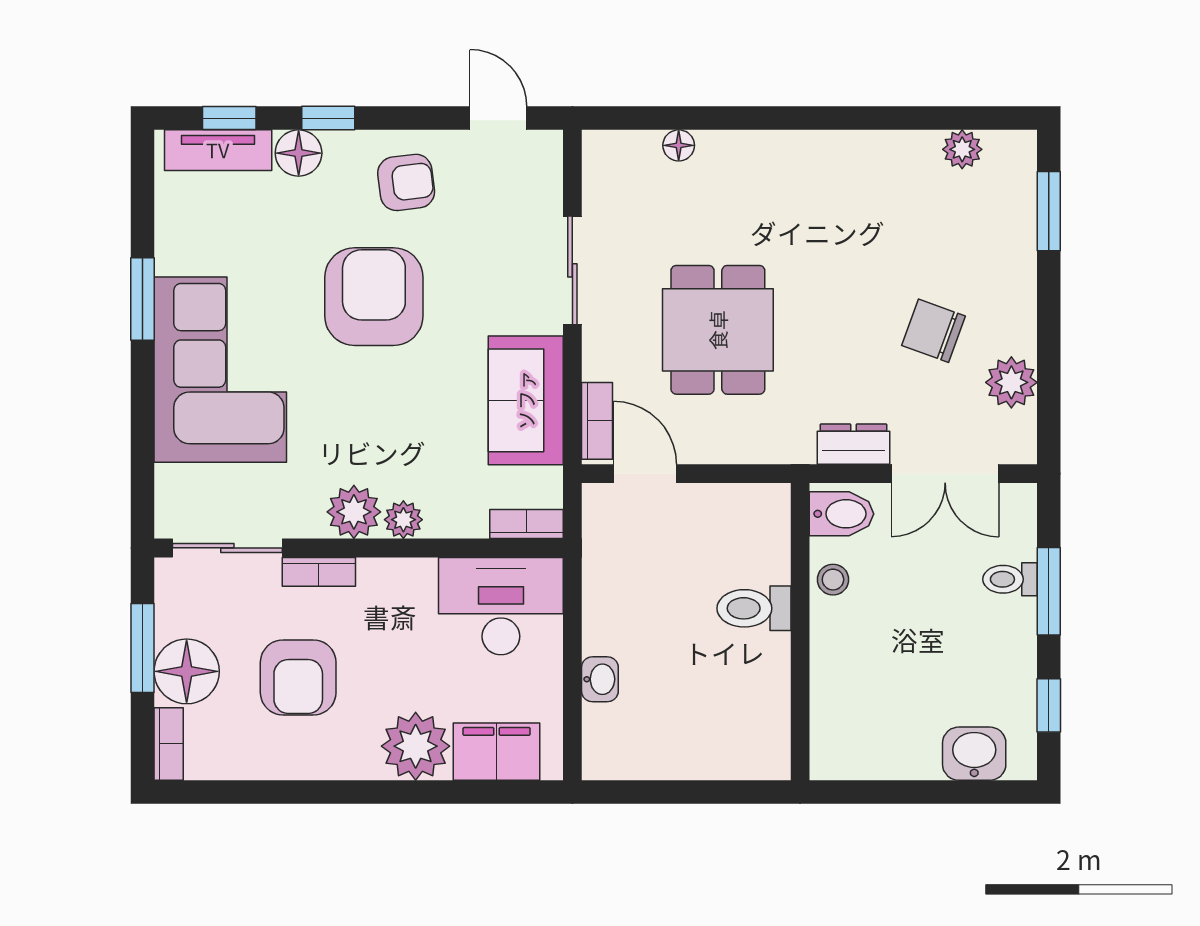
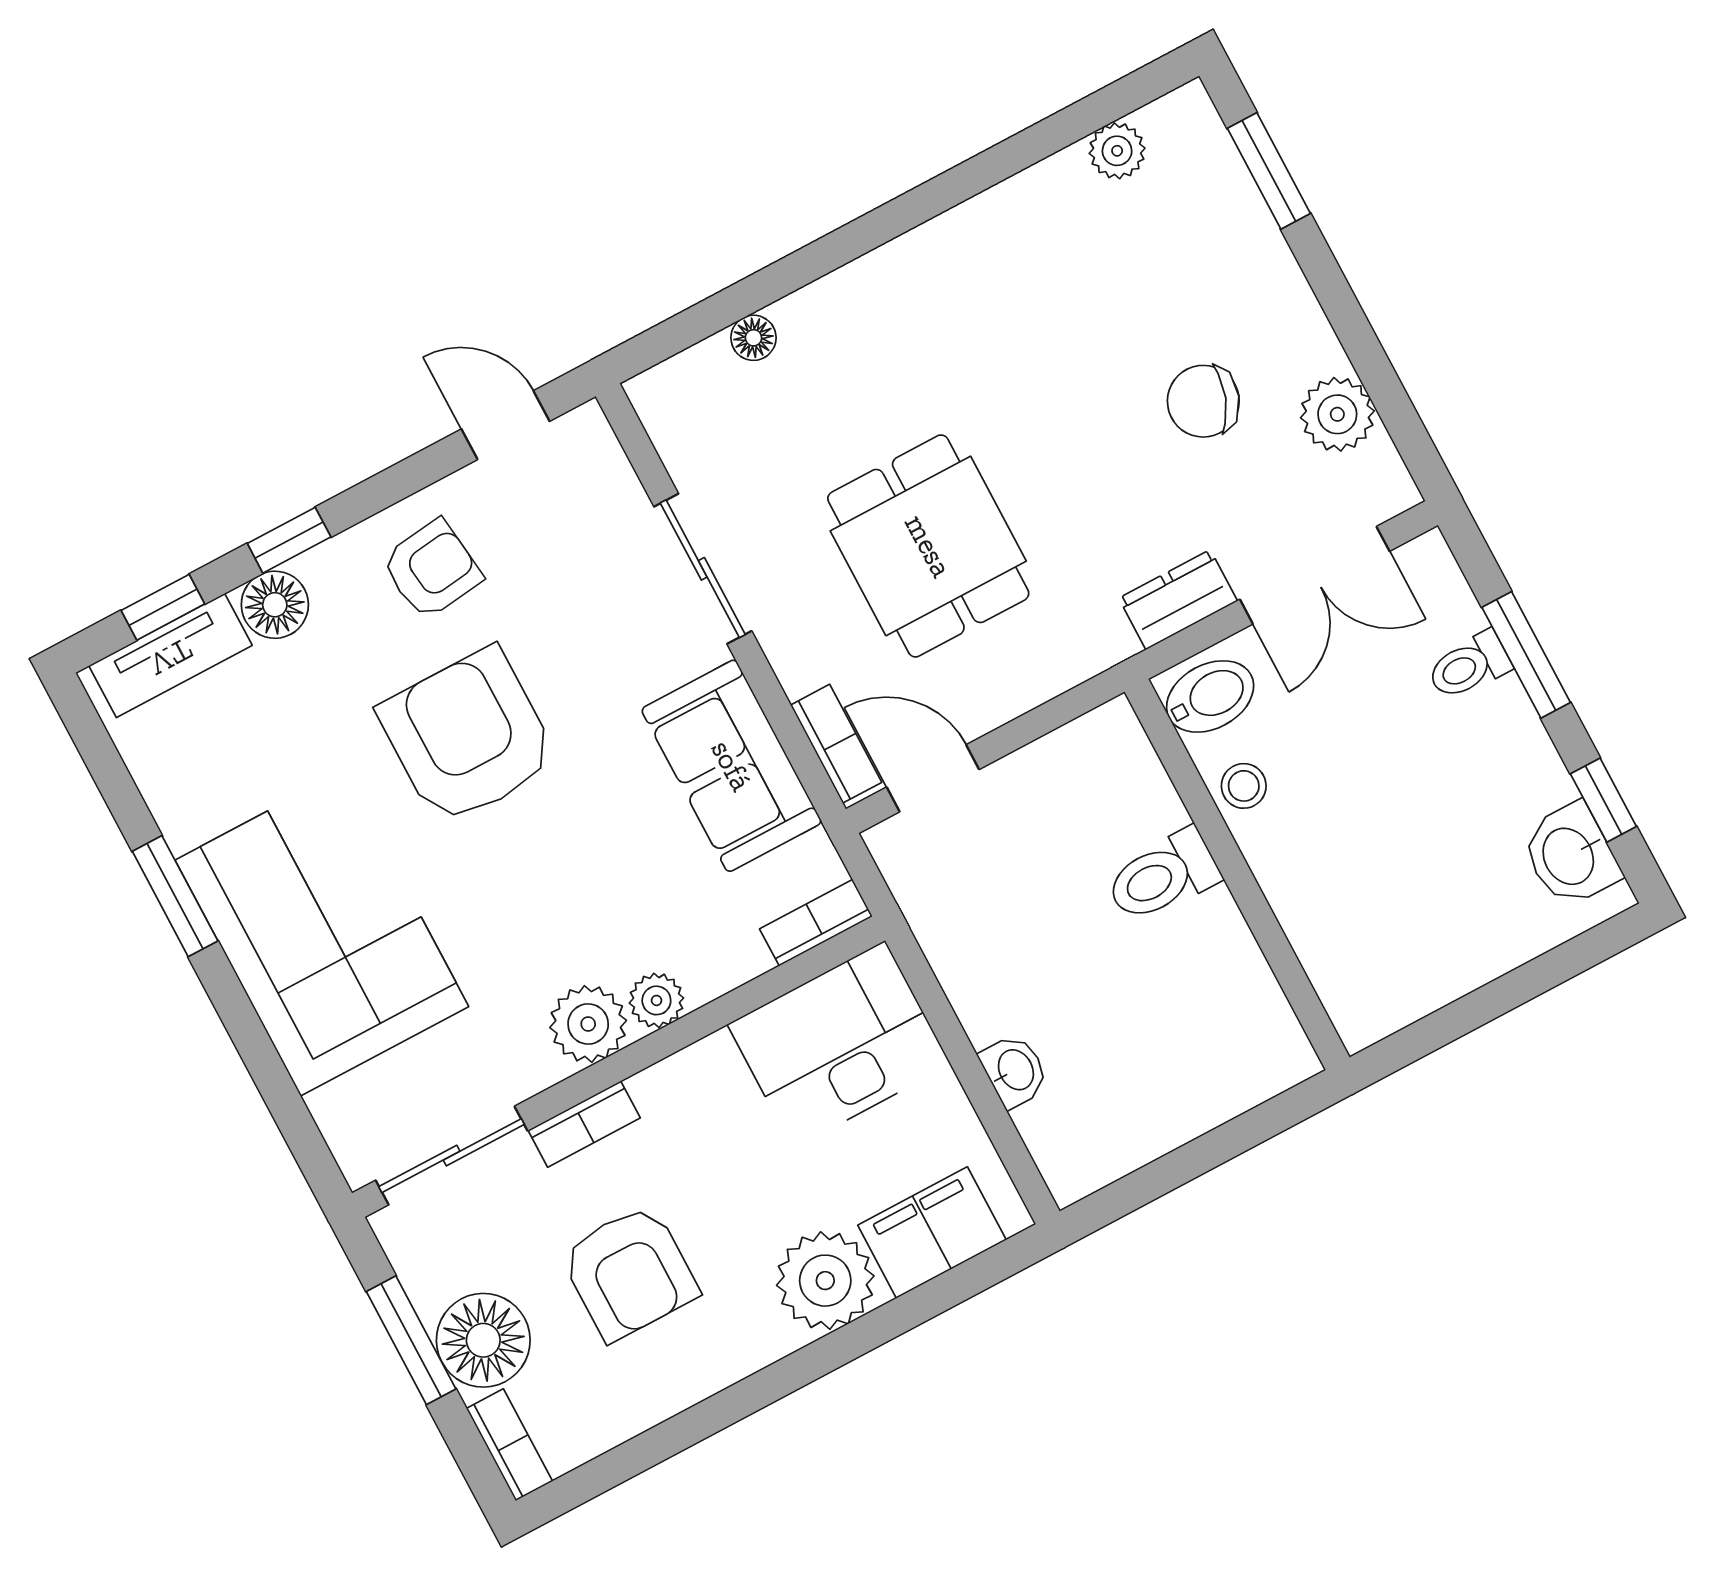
washbasin: (974, 754) -> (1570, 855), moved, turned -90

